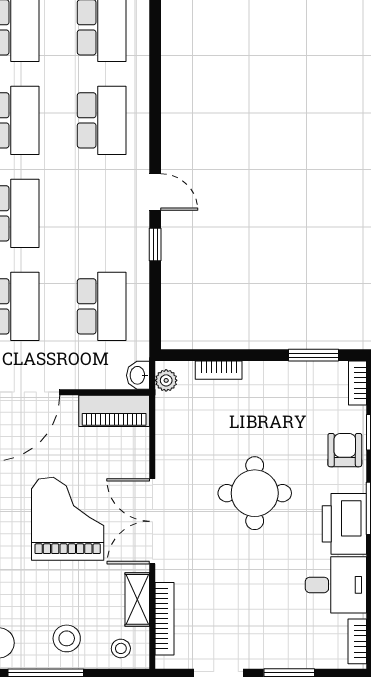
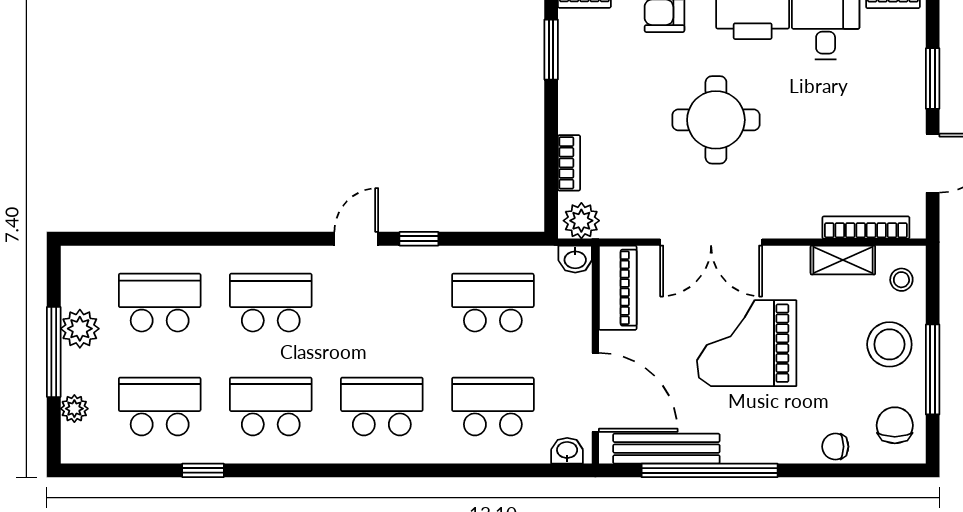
plant: (166, 380) -> (581, 221), width x1.38, depth x1.38
double door: (152, 521) -> (711, 242), moved
stool: (67, 638) -> (889, 344), width x1.38, depth x1.38

